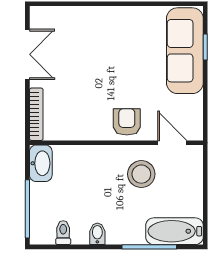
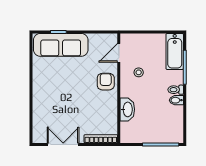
armchair: (127, 122) -> (106, 82), turned 90
washbasin: (41, 163) -> (127, 109), moved, turned 90
stool: (141, 174) -> (139, 72), width x0.53, depth x0.53
toilet: (63, 233) -> (176, 90), moved

